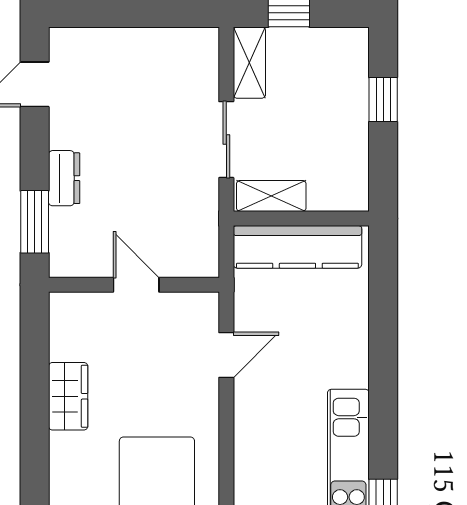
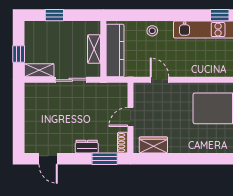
shelving: (271, 196) -> (94, 49), moved
shoe rack: (74, 265) -> (123, 143), added
stool: (345, 337) -> (152, 31), added
wardrobe: (68, 396) -> (153, 145), moved

